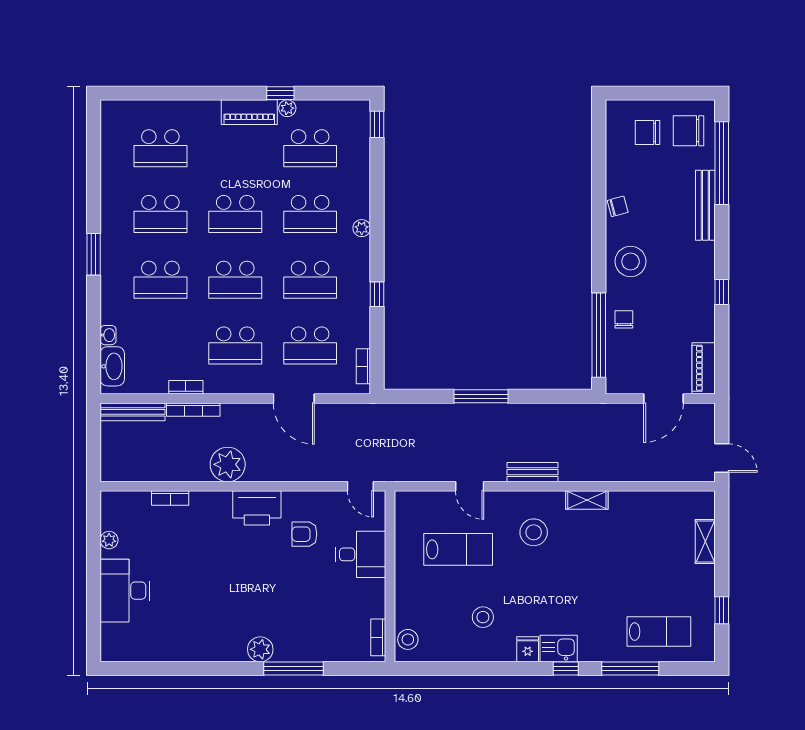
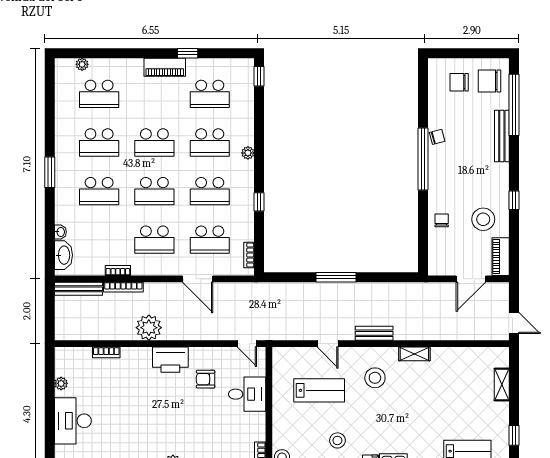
plant: (287, 108) -> (82, 64), moved
stool: (631, 261) -> (483, 219), moved
window: (599, 335) -> (423, 159), moved

